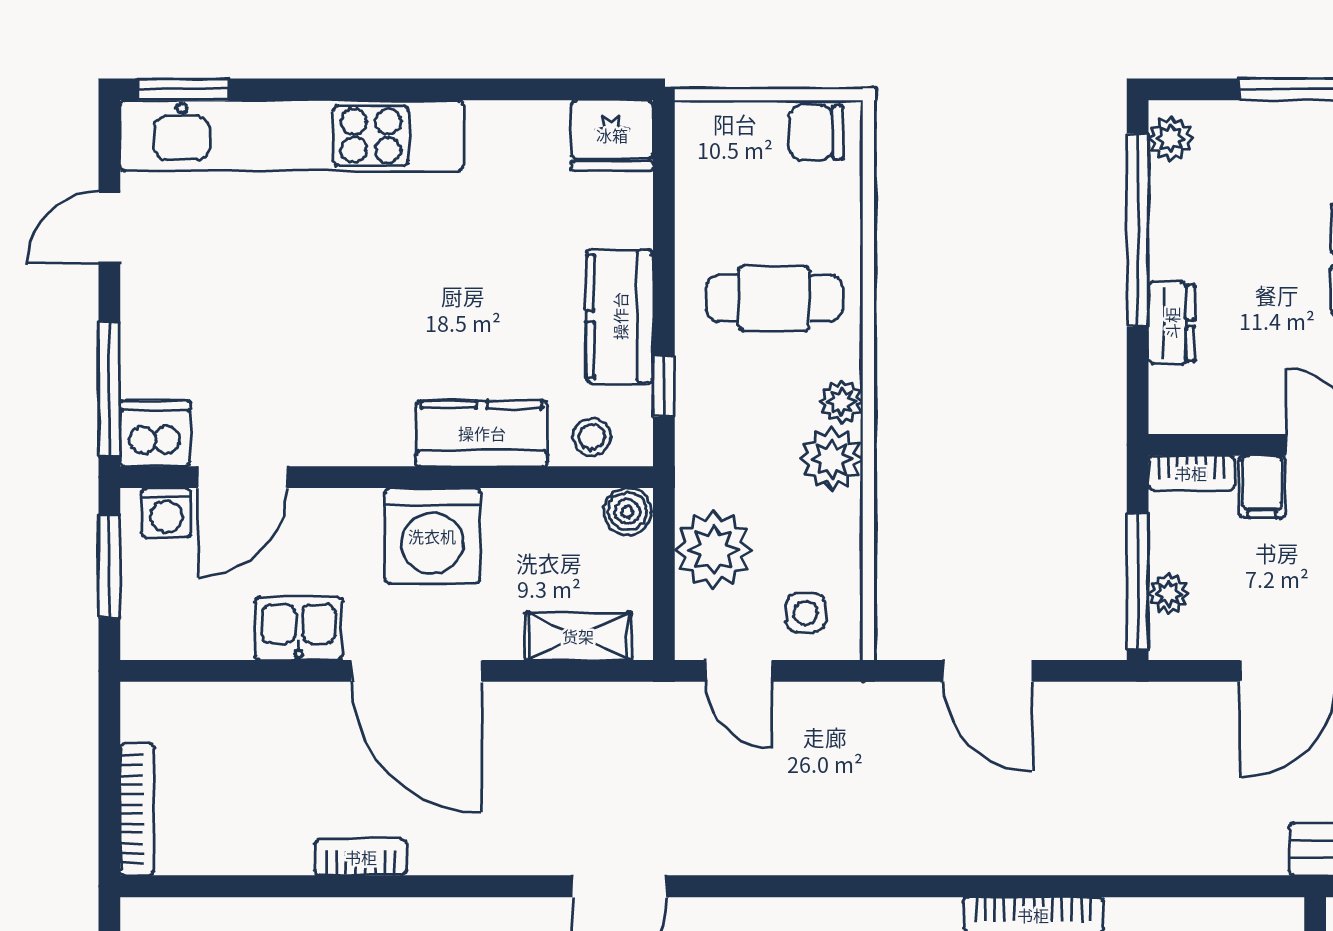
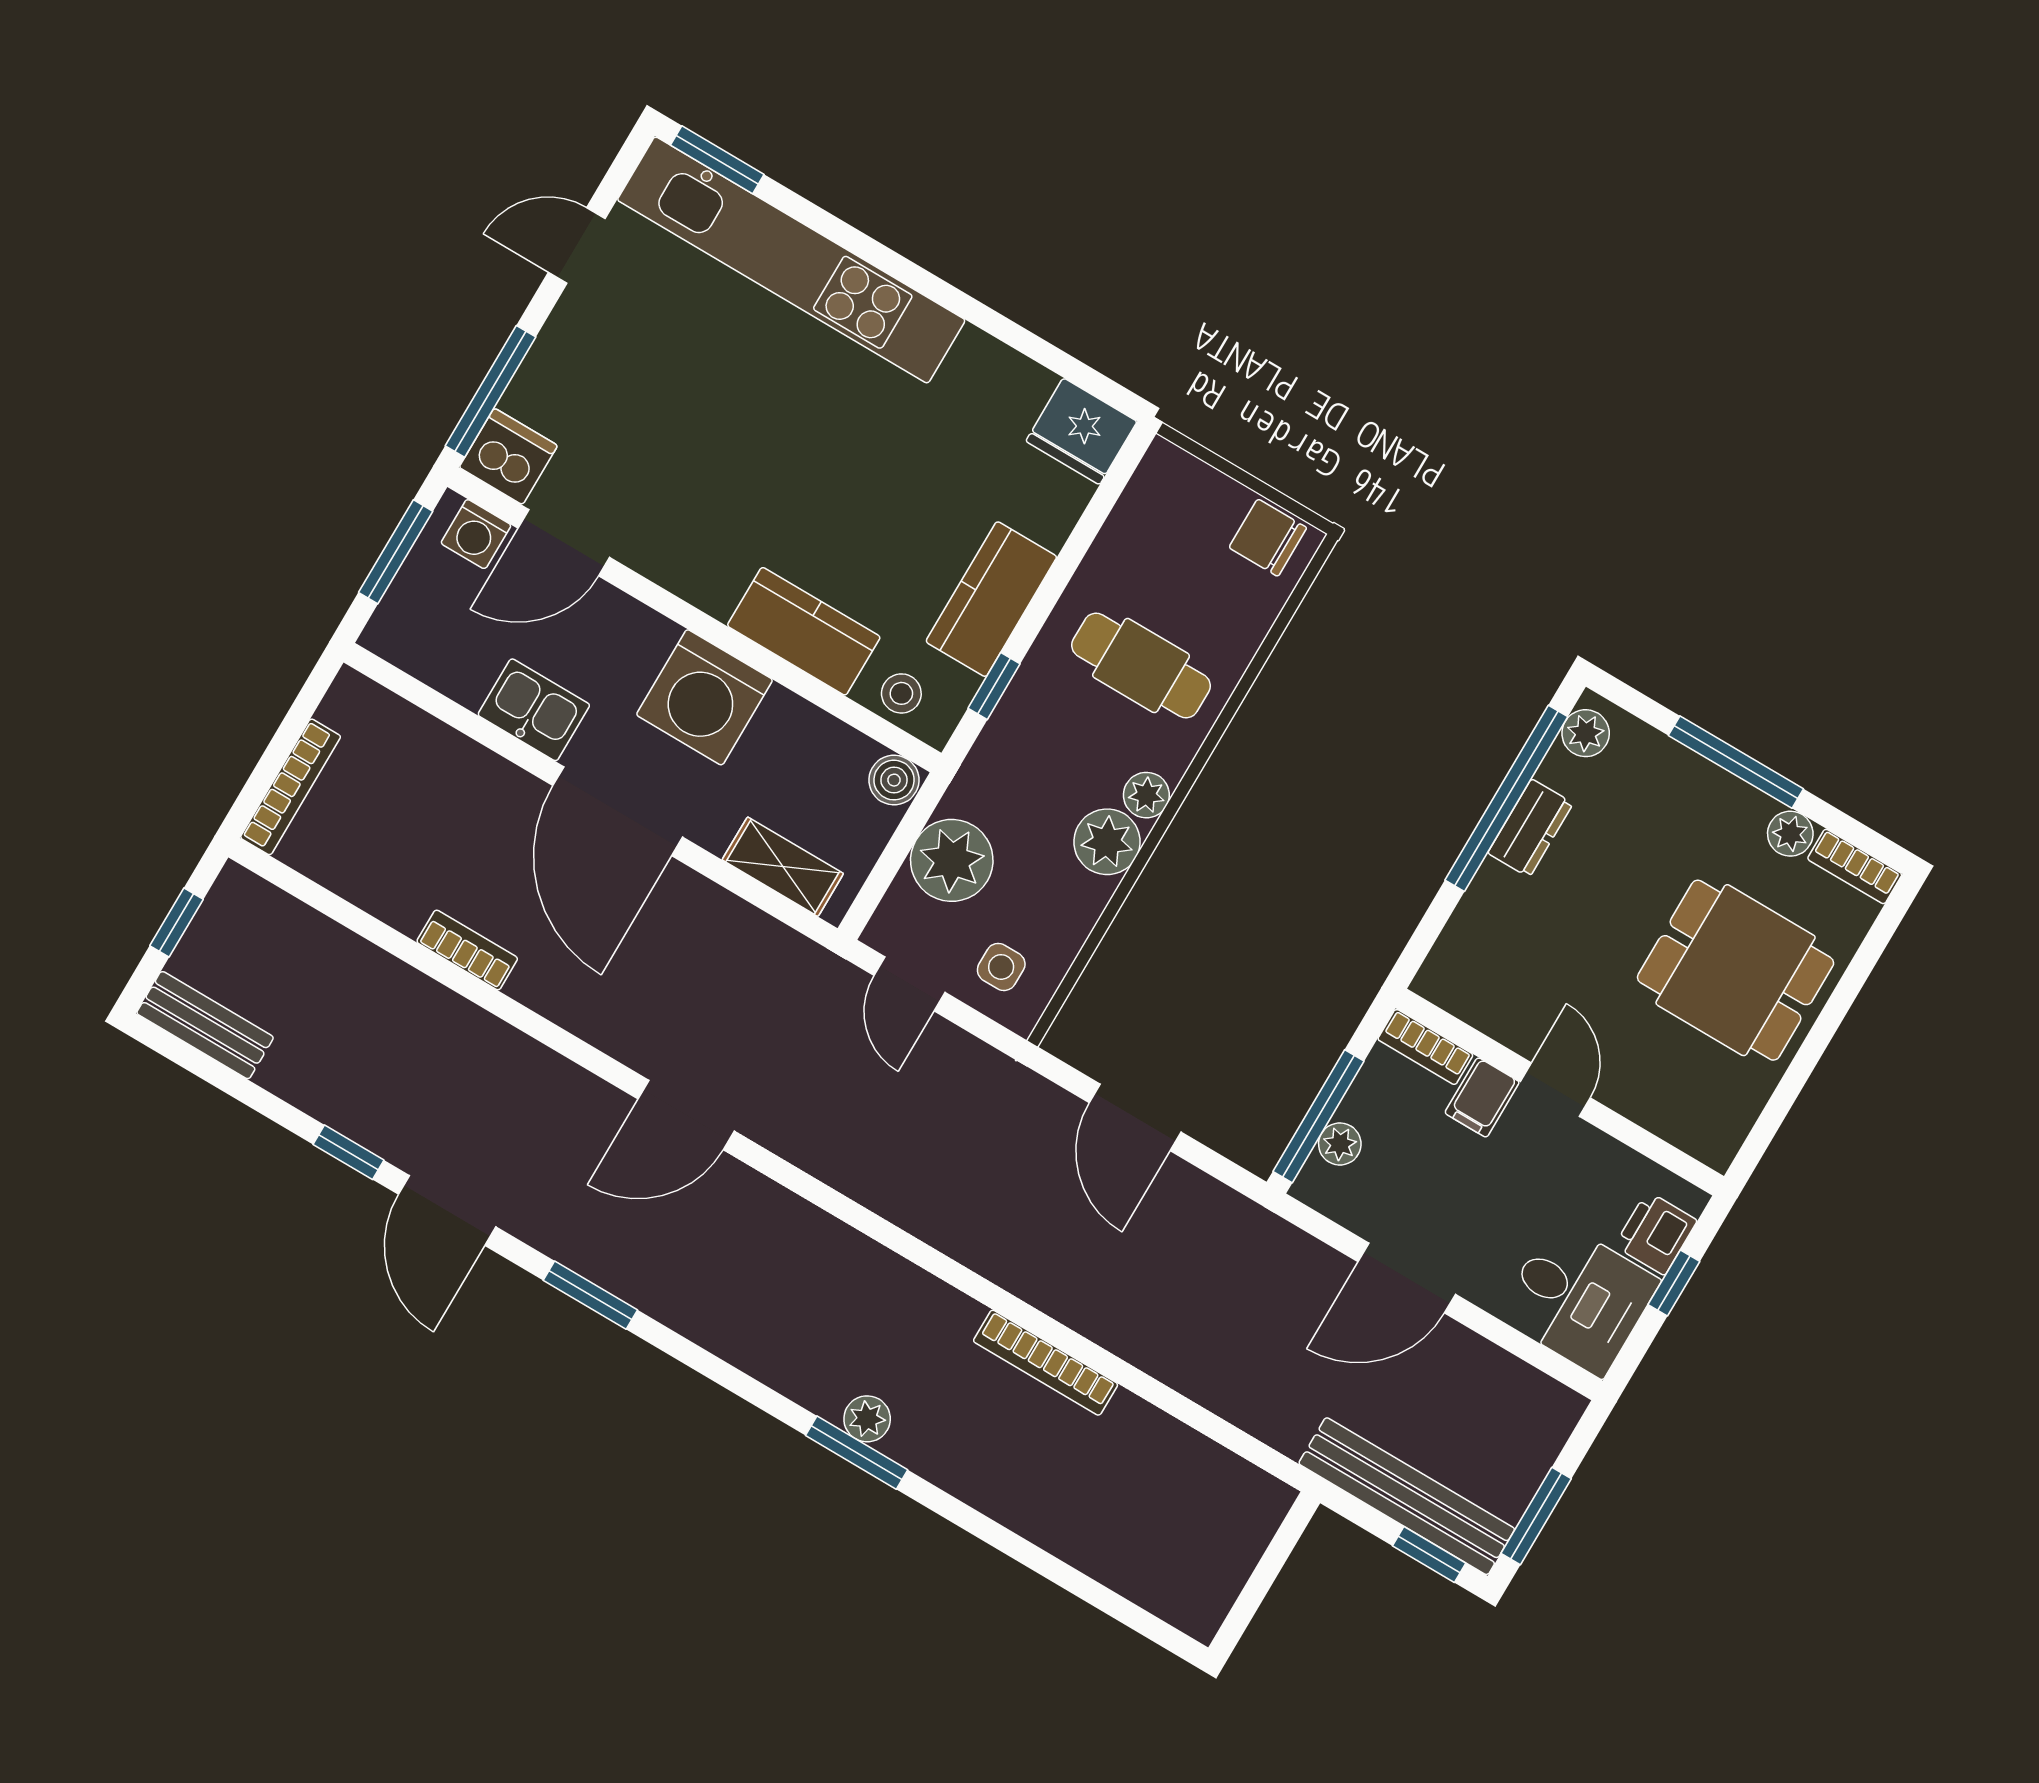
dresser: (1172, 323) -> (1530, 828), moved

